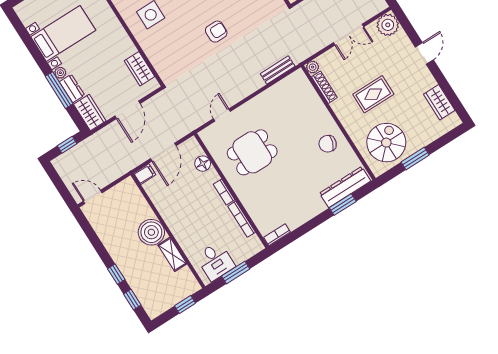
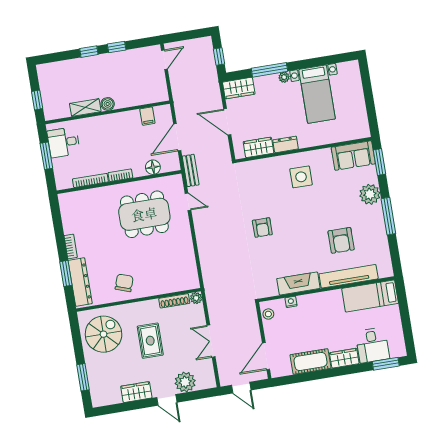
plant: (388, 25) -> (185, 382), moved
bench: (278, 70) -> (191, 170), moved
dresser: (72, 88) -> (286, 144), moved, turned 180
wardrobe: (439, 102) -> (136, 392), moved
spiral stairs: (386, 143) -> (104, 334), turned -90
door: (163, 152) -> (177, 137), hinge flipped
dining table: (252, 152) -> (144, 214), width x1.38
window: (415, 159) -> (83, 377), moved
filing cabinet: (145, 174) -> (147, 116), moved
boiler: (151, 232) -> (108, 104), width x0.54, depth x0.54
bookcase: (277, 235) -> (71, 246), moved
window: (132, 300) -> (117, 47), moved

